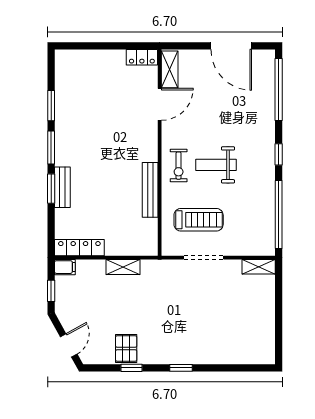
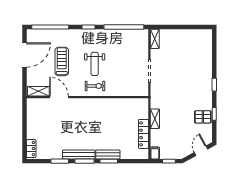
locker: (142, 57) -> (31, 149), moved
bench: (150, 190) -> (79, 155), moved
treadmill: (199, 220) -> (62, 61), moved
locker: (79, 248) -> (143, 134), moved
door: (69, 345) -> (201, 151), hinge flipped

